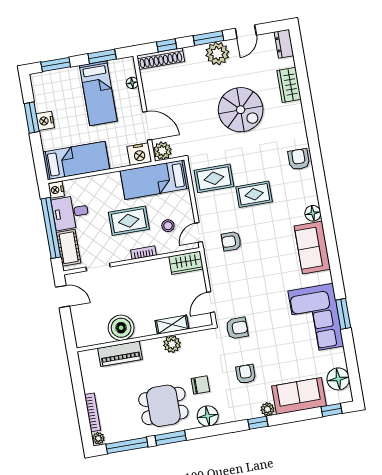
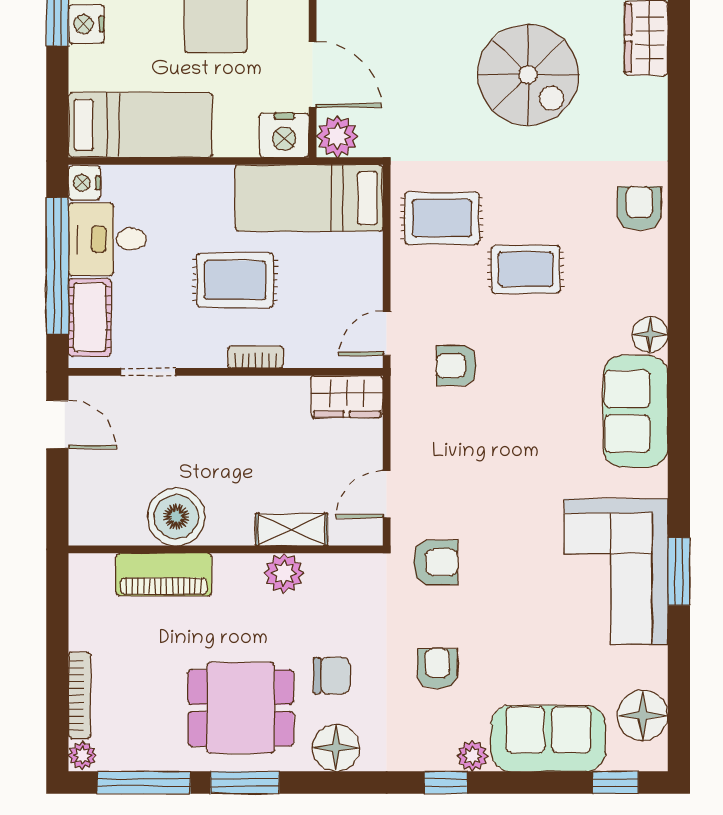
stool: (168, 226) -> (321, 306), removed

